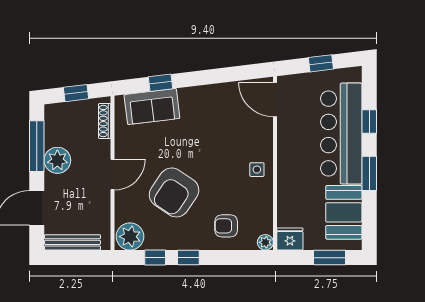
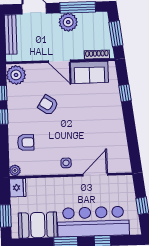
window: (76, 93) -> (116, 34), width x1.50
door: (275, 100) -> (95, 175), moved
sofa: (152, 107) -> (89, 72), moved, turned -83
armchair: (174, 192) -> (48, 105), width x0.53, depth x0.53
armchair: (226, 226) -> (26, 142), turned 90

